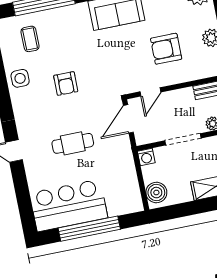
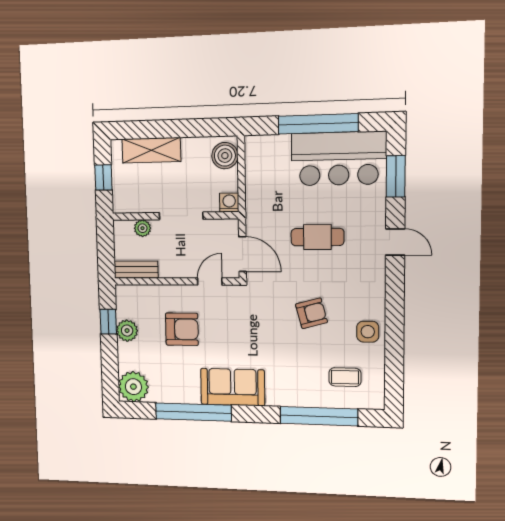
coffee table: (30, 39) -> (345, 377), turned 90
armchair: (66, 84) -> (311, 313), turned 75
door: (128, 119) -> (242, 254), hinge flipped
window: (24, 200) -> (396, 176), added

